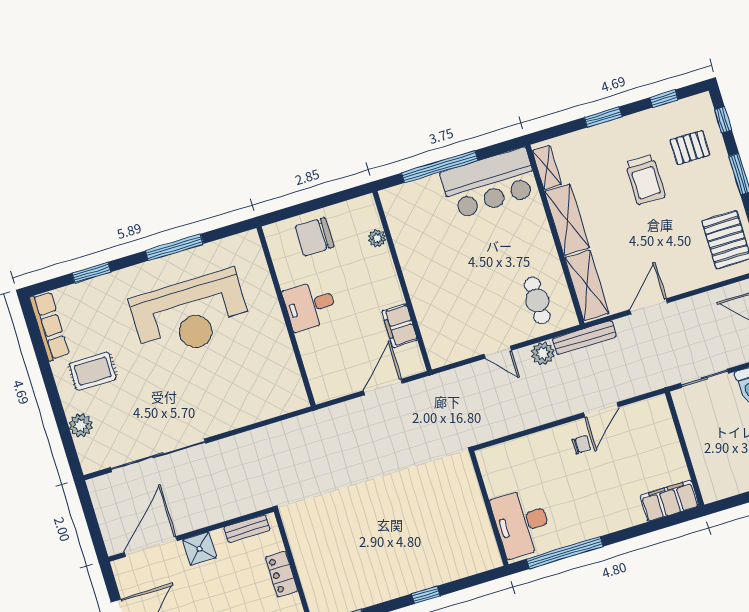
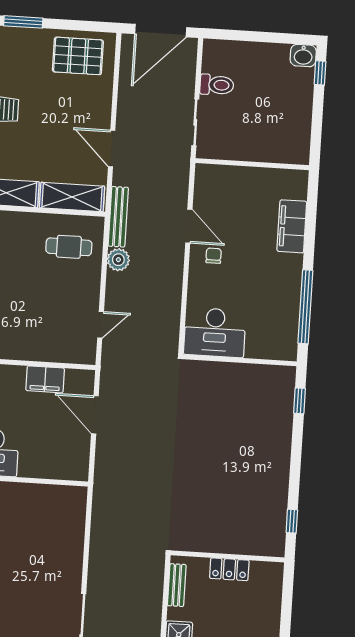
door: (497, 352) -> (101, 325), moved
filing cabinet: (669, 501) -> (292, 226), moved
desk: (522, 523) -> (215, 332), moved
window: (426, 595) -> (299, 401), moved

